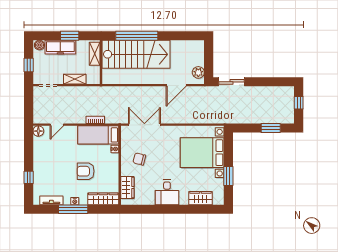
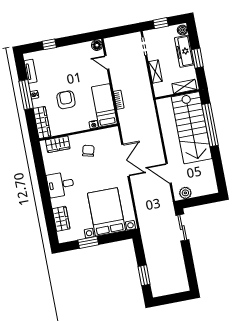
window: (299, 103) -> (174, 298), removed
double door: (144, 125) -> (125, 160), moved

